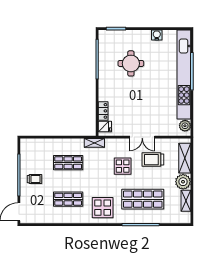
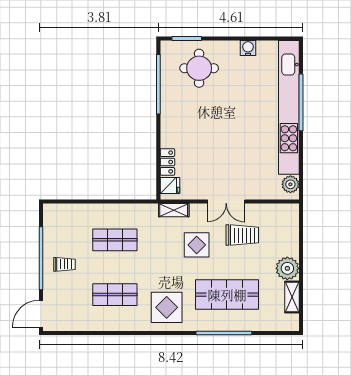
round table: (131, 63) -> (199, 68), moved
shelving: (94, 143) -> (174, 210), moved
shelving: (185, 158) -> (290, 233), removed
trolley: (153, 160) -> (242, 235), turned 180

